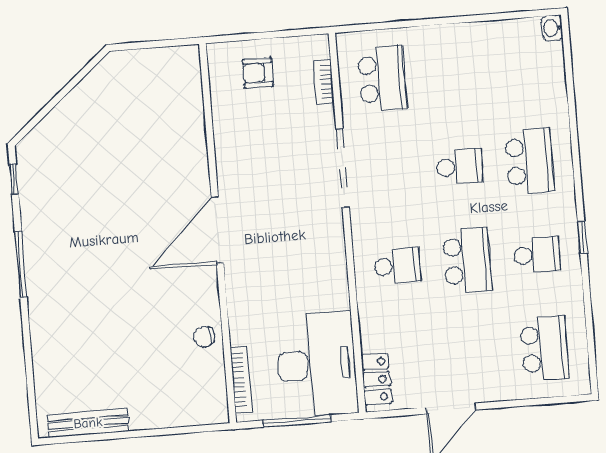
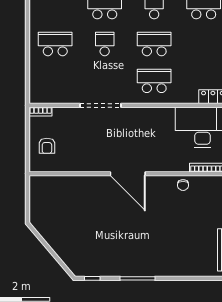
school desk: (382, 79) -> (55, 44), moved
bookcase: (324, 82) -> (41, 112), moved
school desk: (397, 266) -> (154, 81), width x1.85

